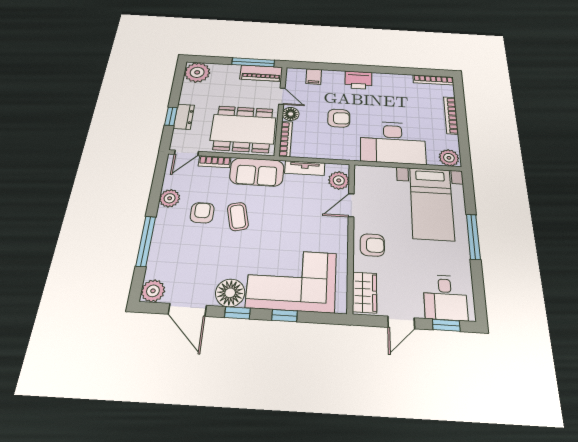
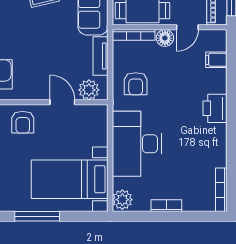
bookcase: (451, 115) -> (166, 206), width x0.64
armchair: (339, 118) -> (136, 84), moved

